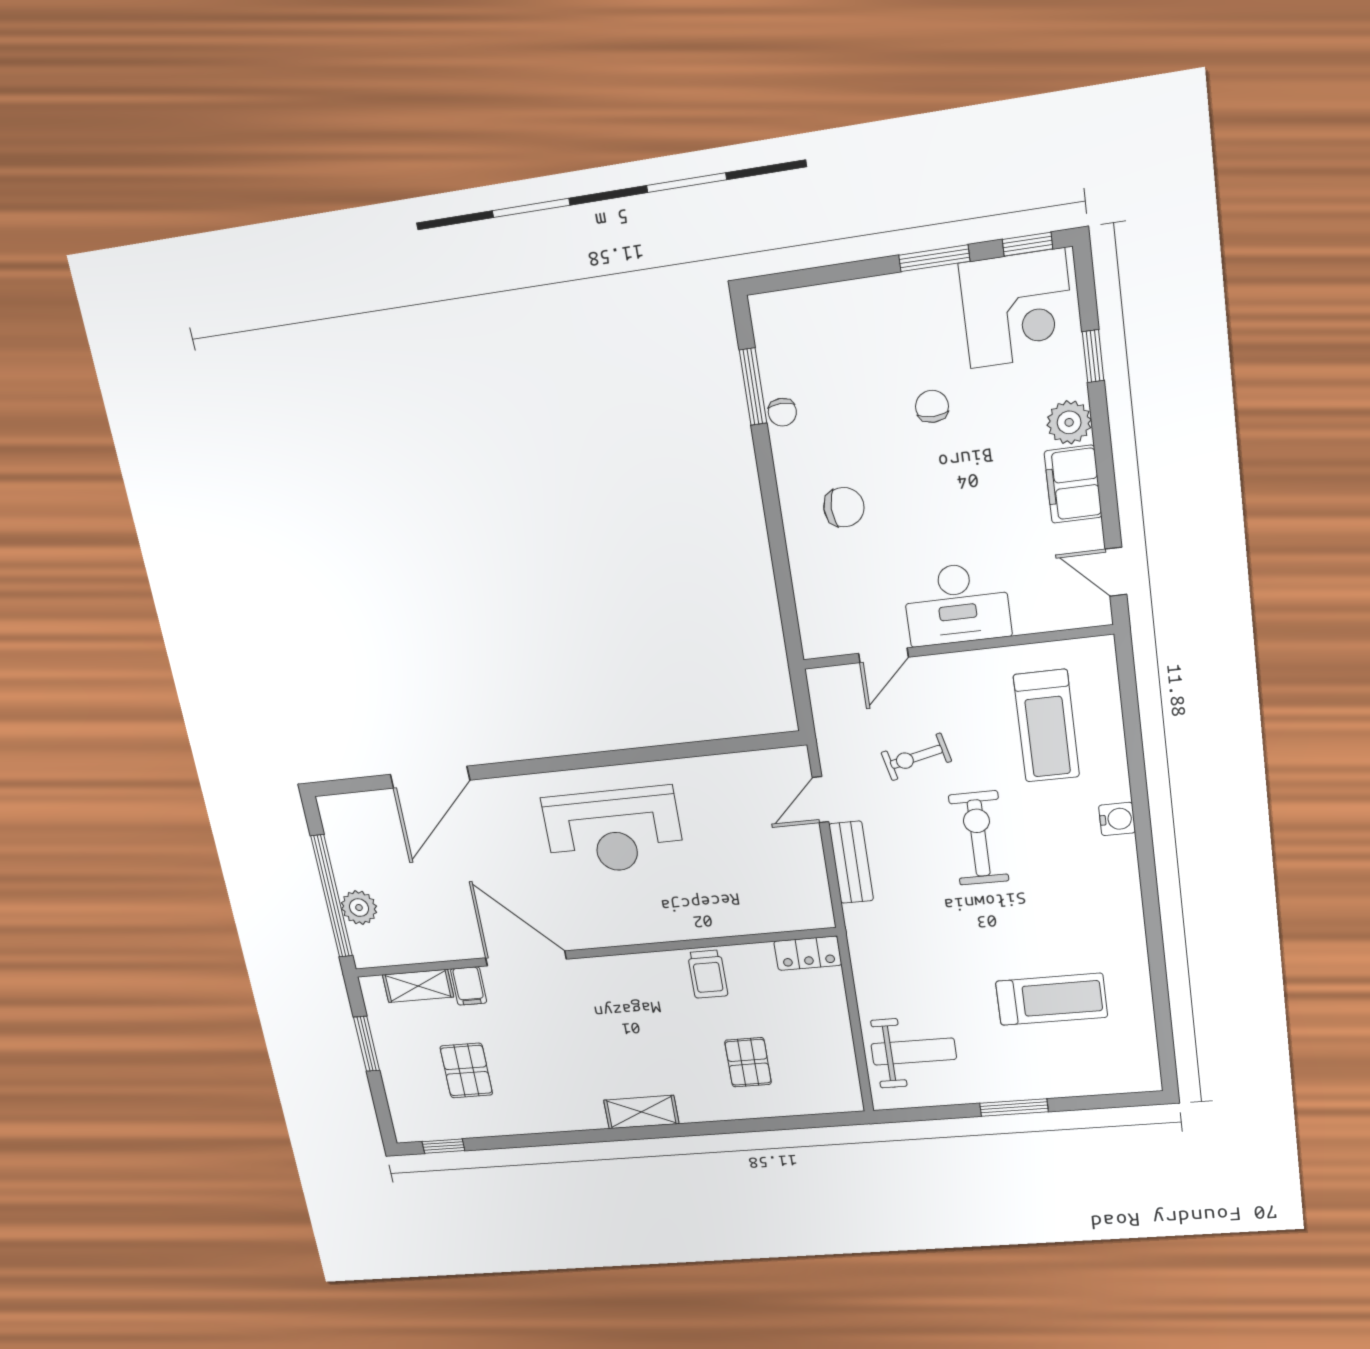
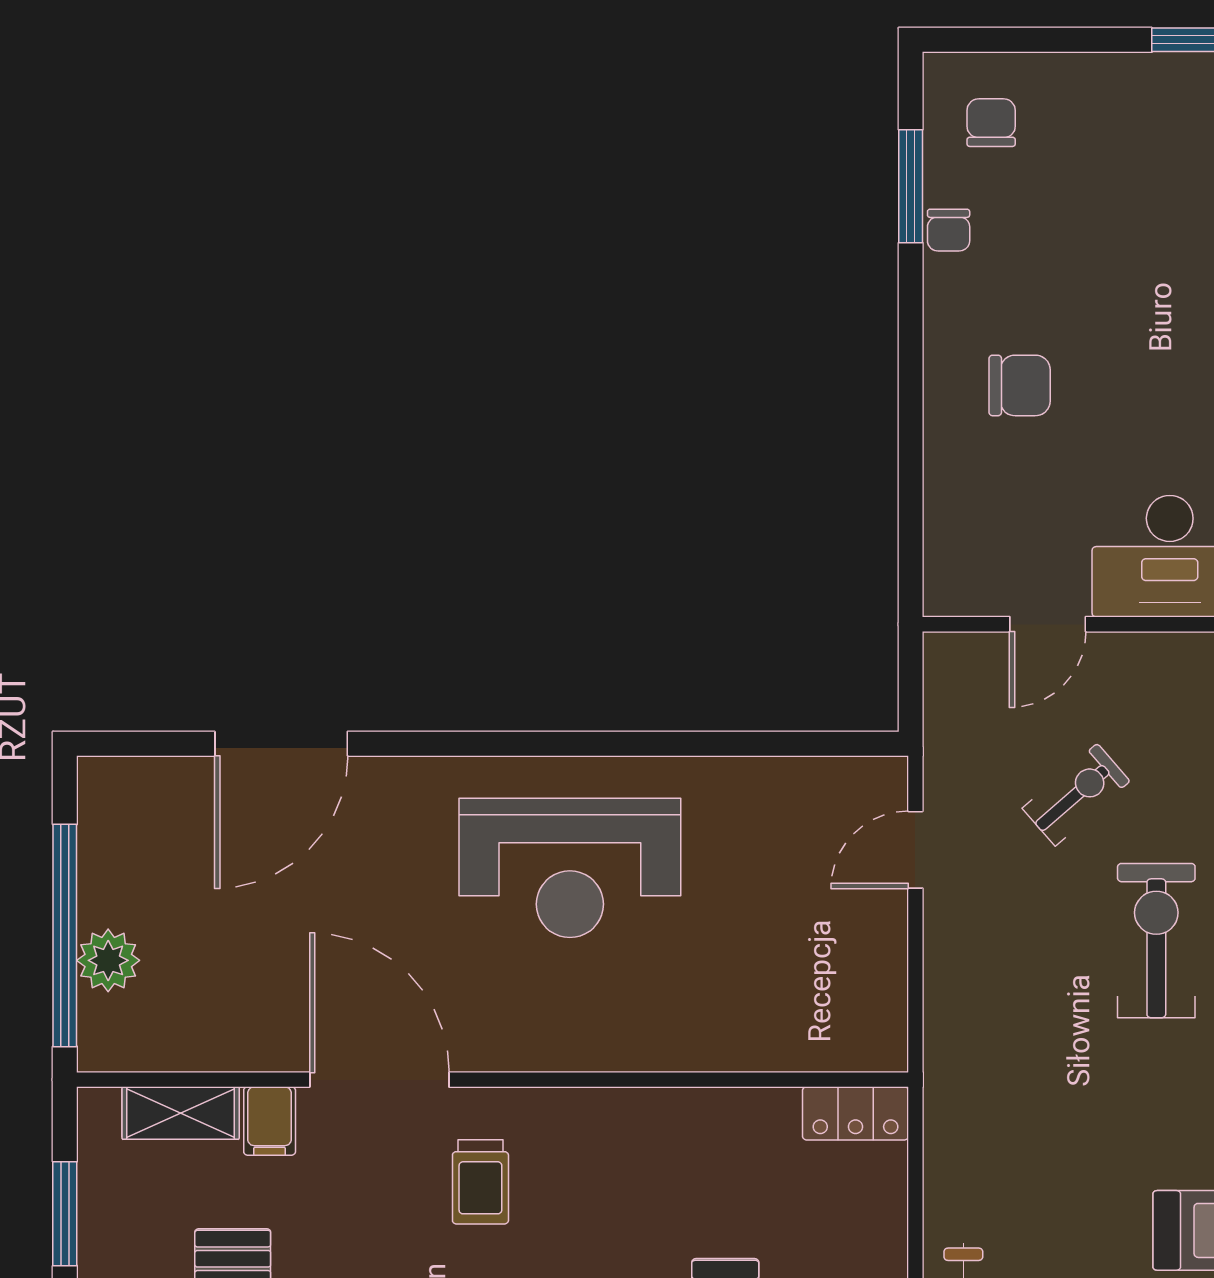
chair: (932, 406) -> (991, 123), moved
exercise bike: (916, 757) -> (1076, 795), turned 152
bench: (851, 862) -> (949, 961), removed
trolley: (708, 974) -> (480, 1182), moved

